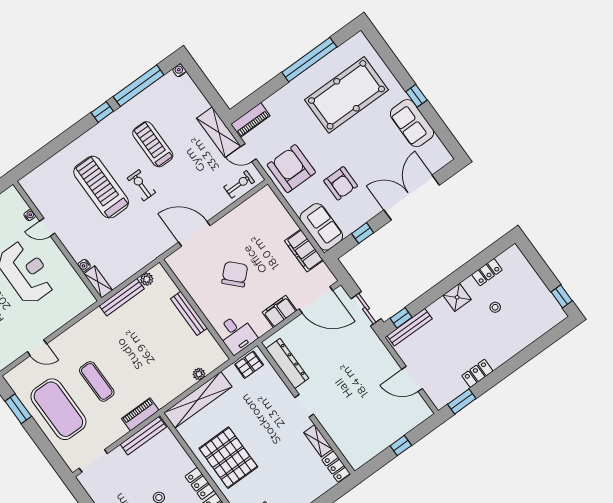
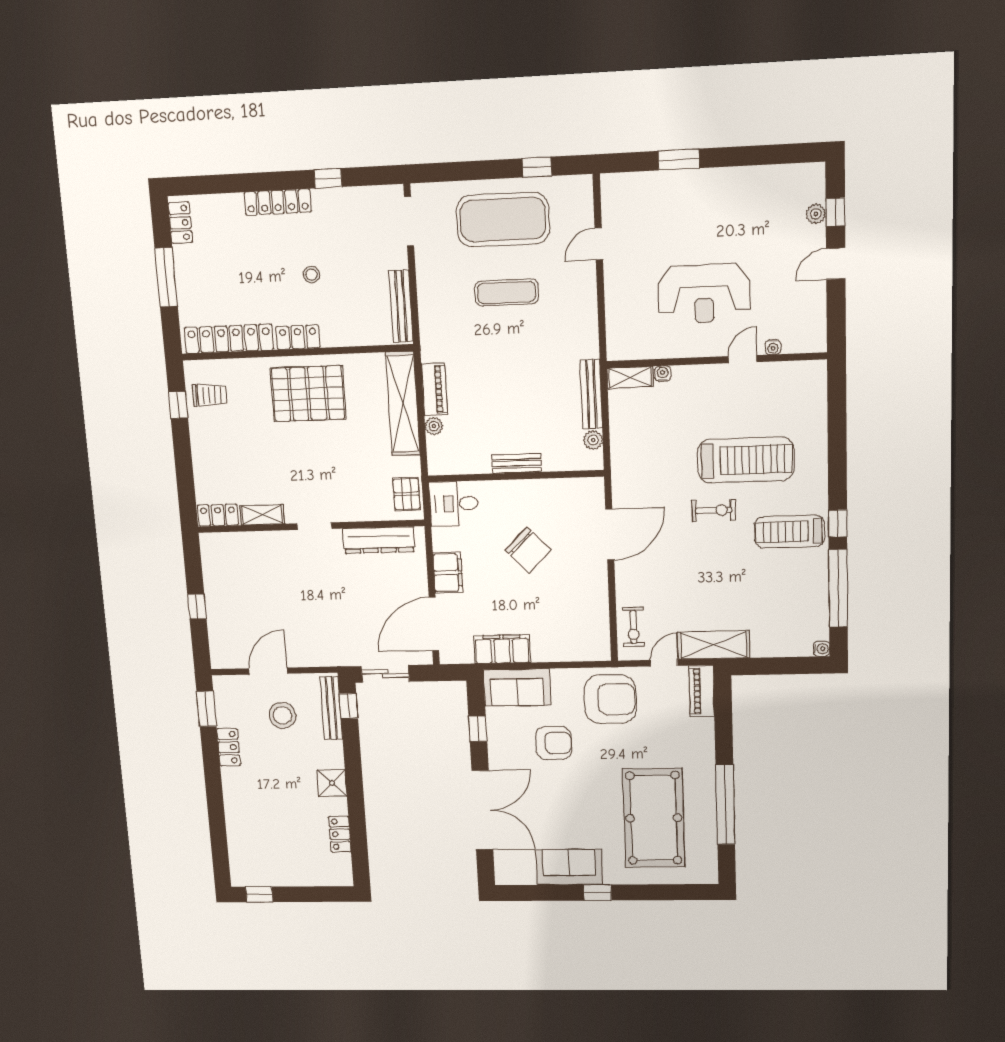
treadmill: (153, 144) -> (789, 532), moved, turned 180
armchair: (341, 183) -> (554, 743), turned 180
stool: (495, 307) -> (282, 715), moved, width x1.89, depth x1.89
bench: (189, 313) -> (517, 463), width x0.73
window: (18, 409) -> (537, 167), width x0.67
piano: (140, 414) -> (434, 389), moved

